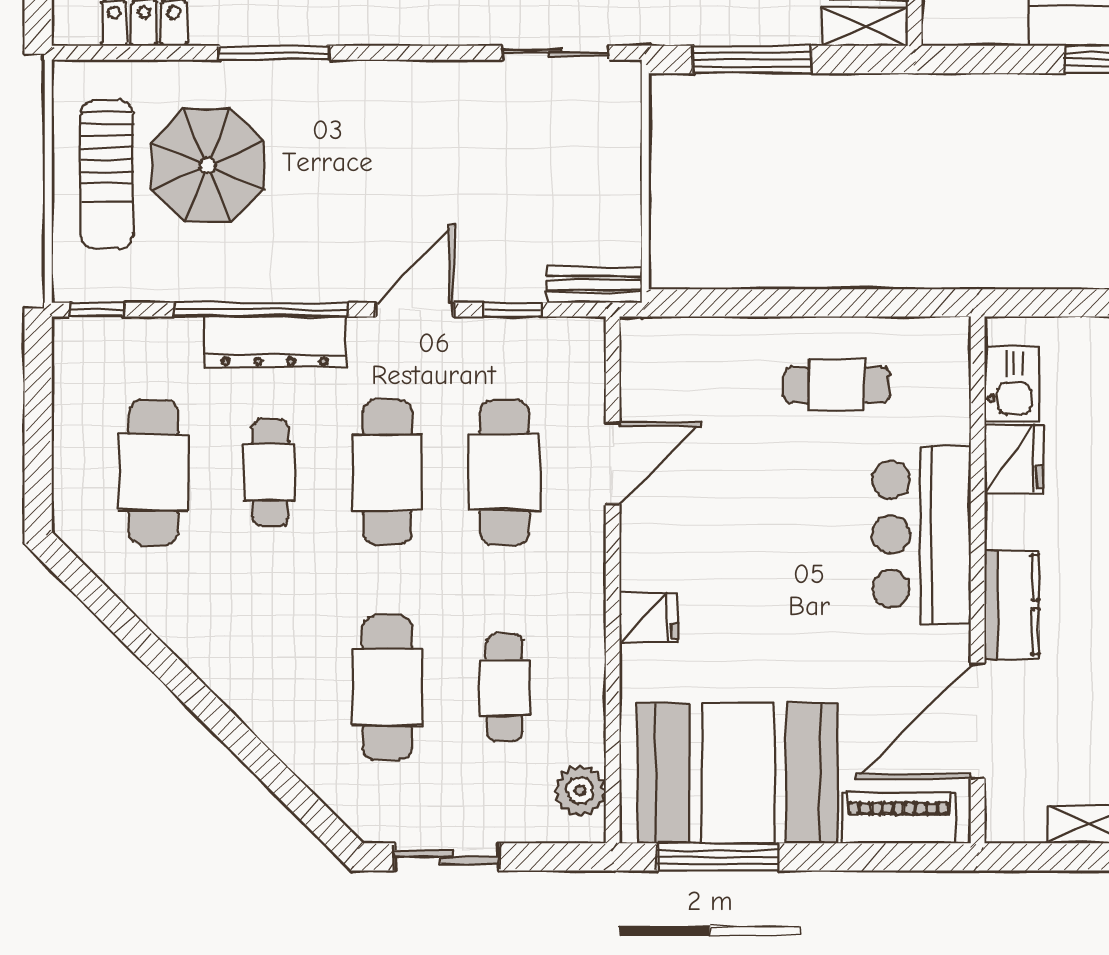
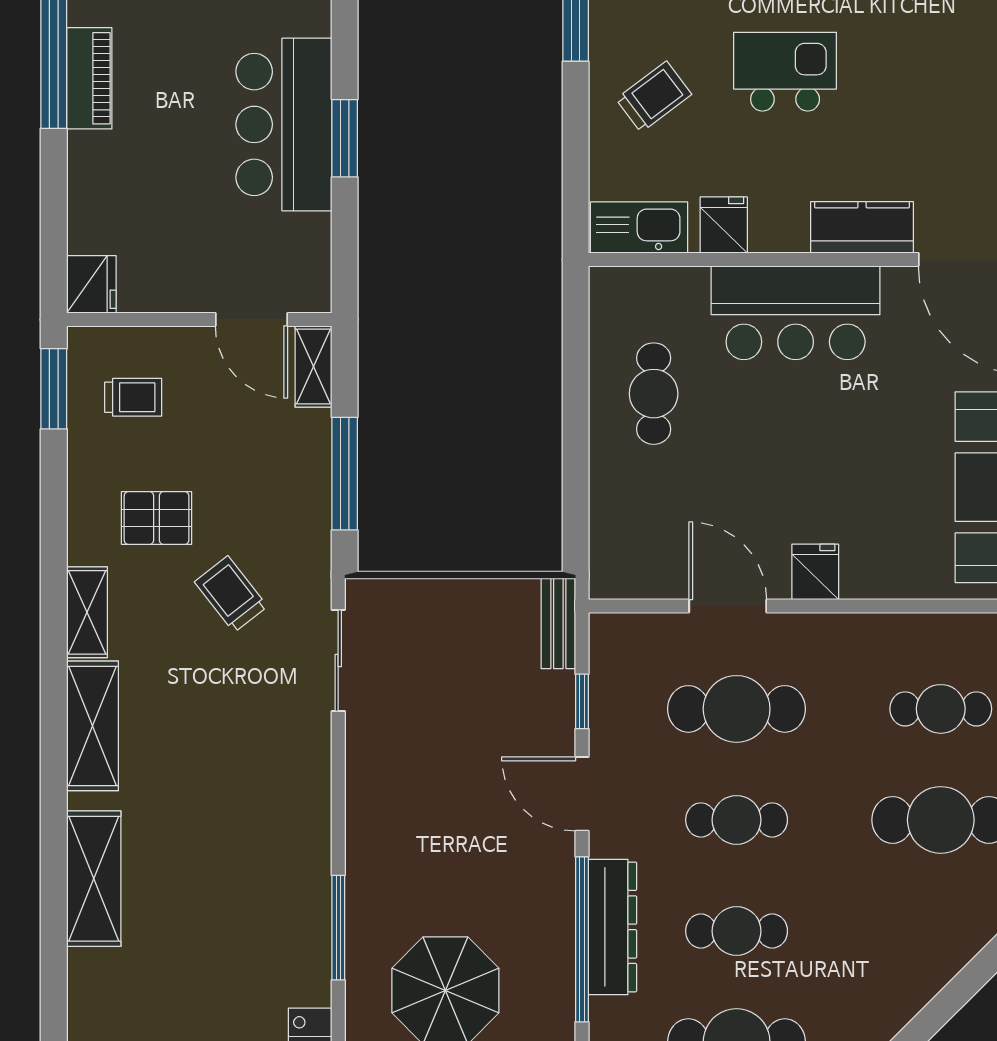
kitchen sink: (1011, 384) -> (639, 228), width x1.38
fridge: (1014, 459) -> (724, 225), width x0.72
cafe table: (387, 472) -> (737, 820), width x0.73, depth x0.74
fridge: (649, 618) -> (815, 572), moved

